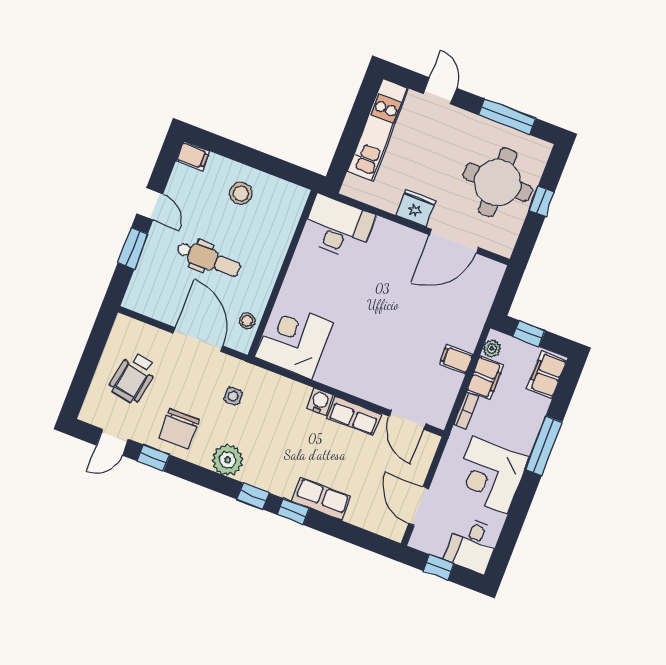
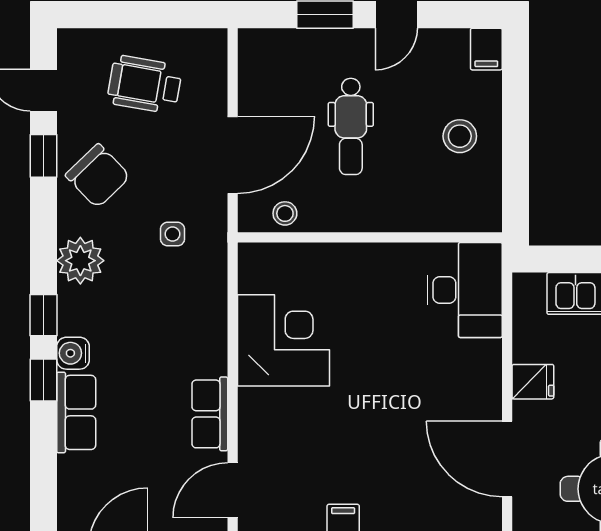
fridge: (416, 208) -> (533, 382), width x0.72
corner desk: (294, 340) -> (283, 340), moved
water cooler: (320, 401) -> (73, 353), moved, turned 180
chair: (179, 429) -> (98, 176), turned -134

